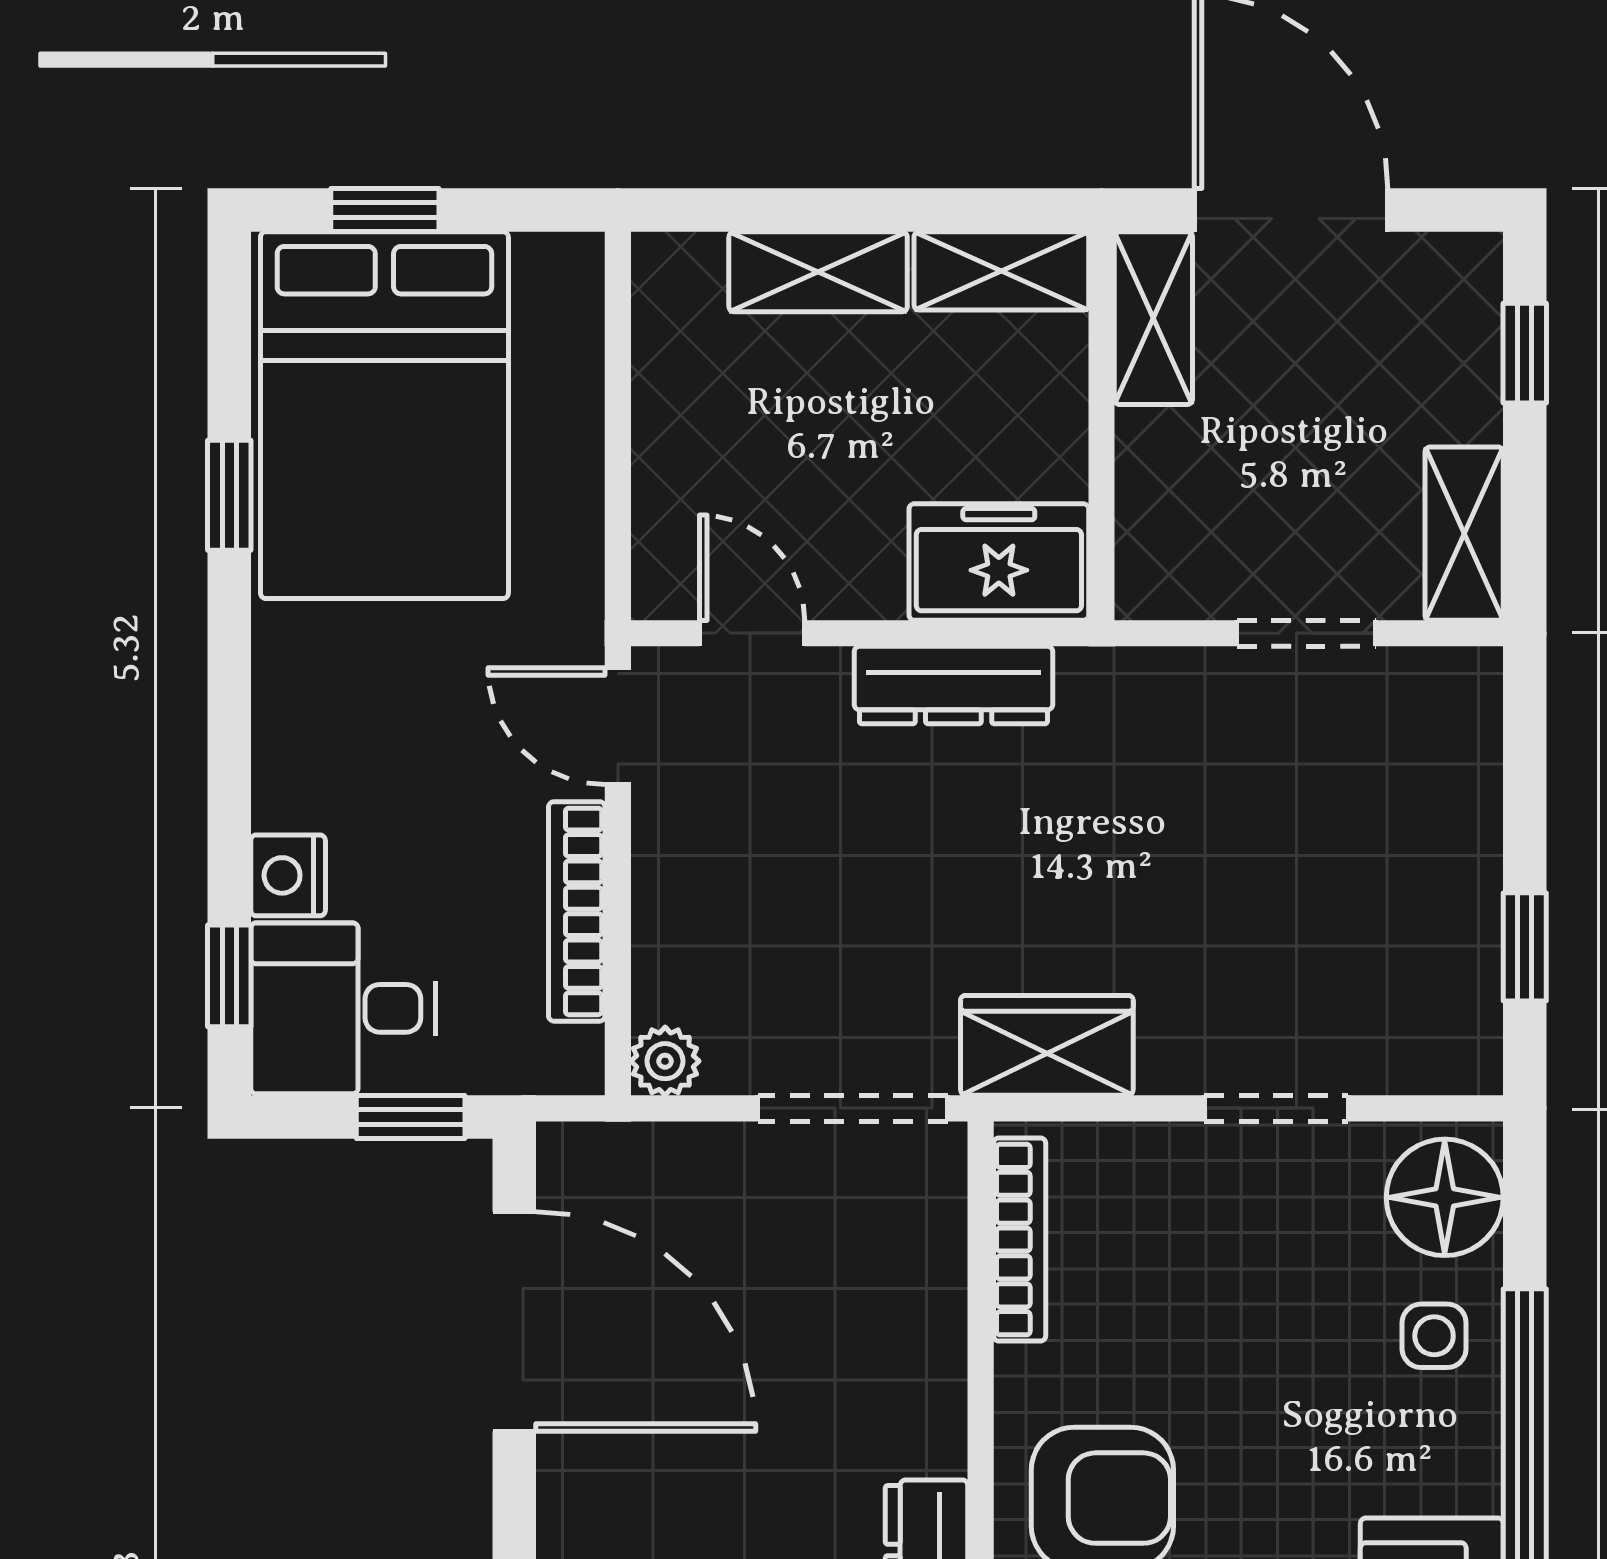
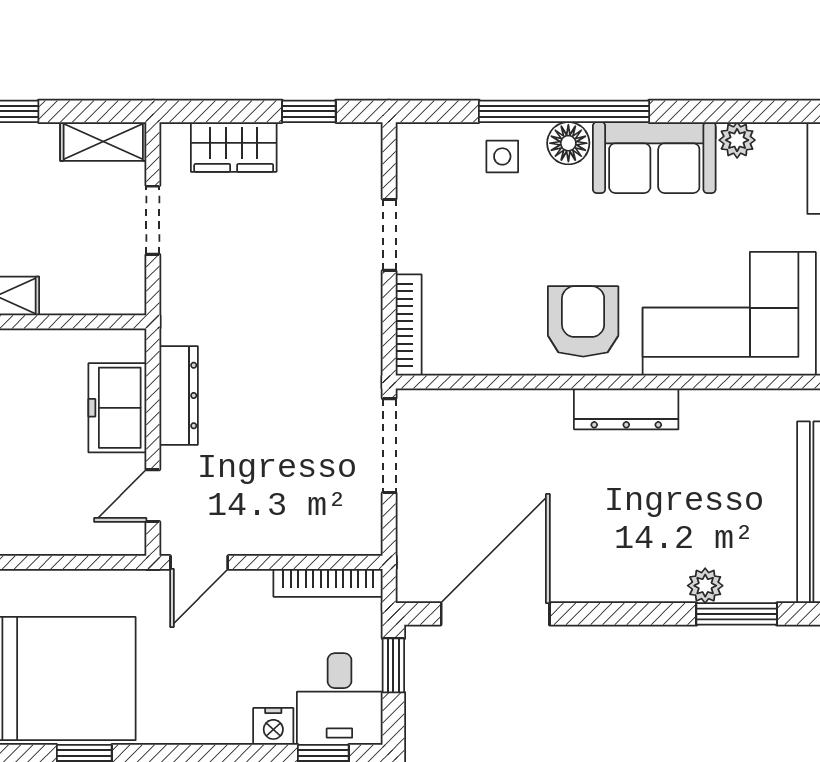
freezer: (999, 562) -> (117, 408), moved
bookcase: (577, 911) -> (328, 583), moved
wardrobe: (1047, 1045) -> (234, 147), moved, turned -90
plant: (665, 1061) -> (366, 539), removed
floor lamp: (1445, 1197) -> (568, 143), moved, width x0.73, depth x0.73
bookcase: (1020, 1240) -> (409, 325), moved, turned 90

